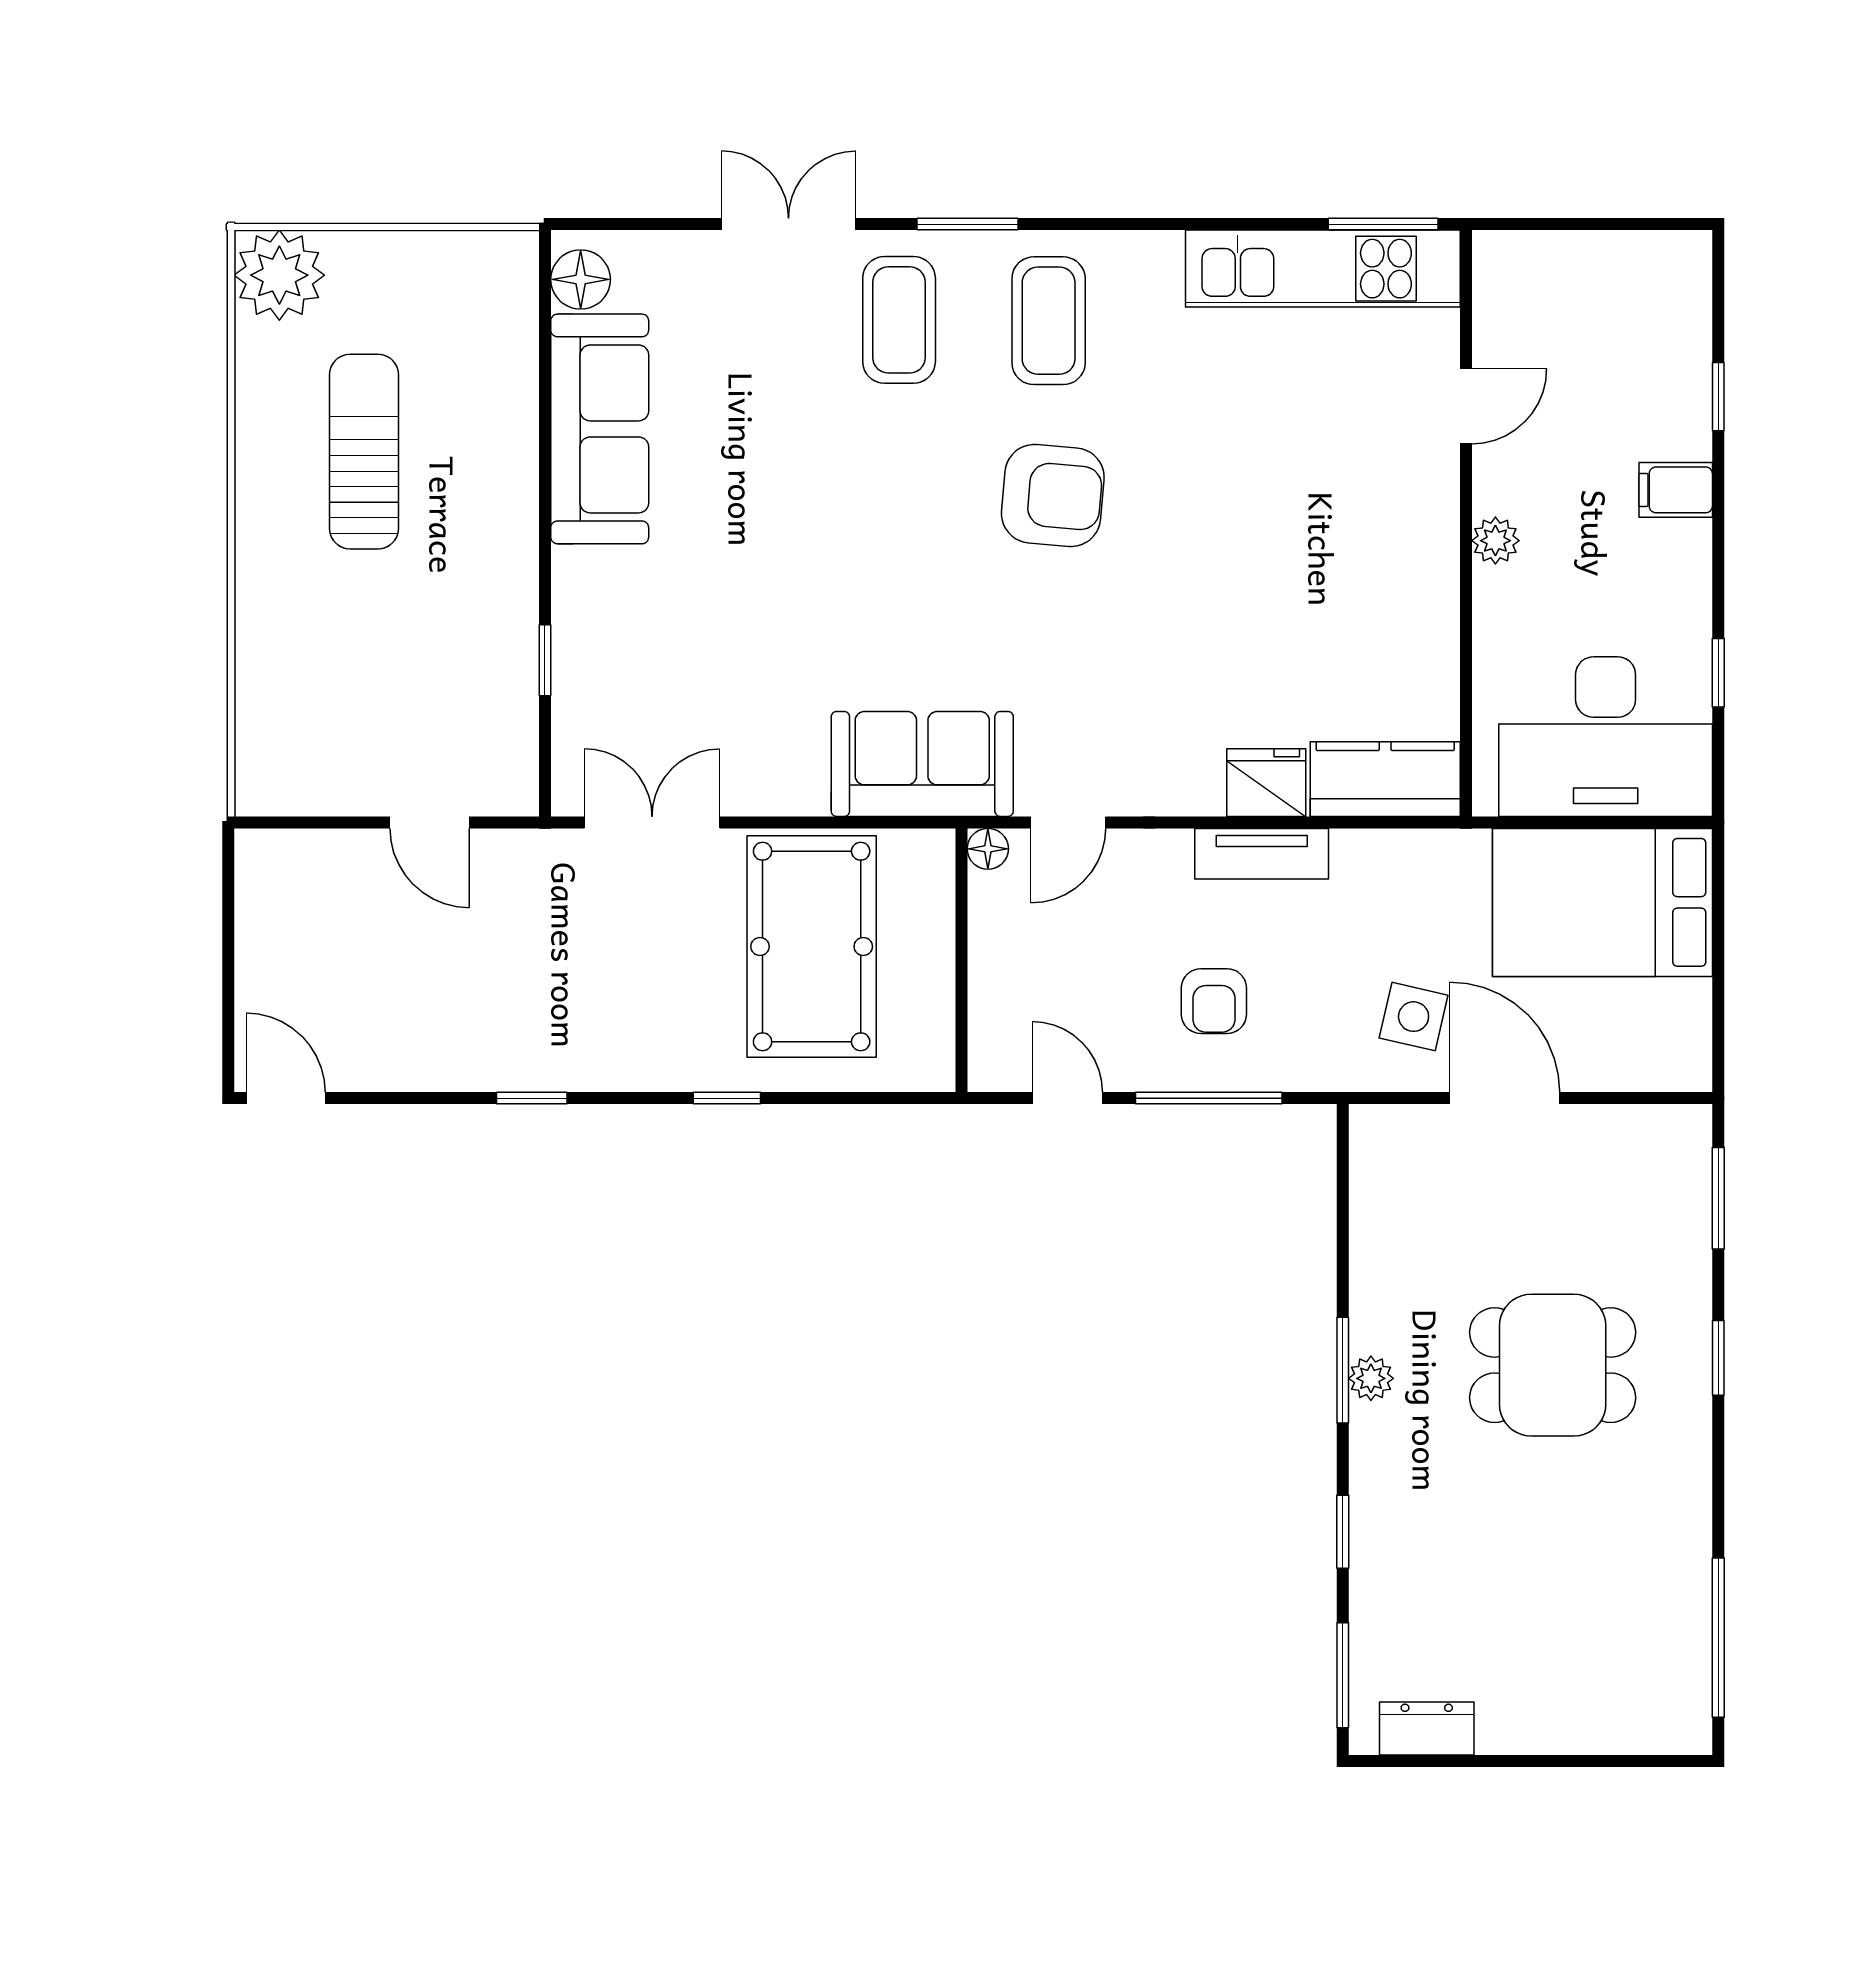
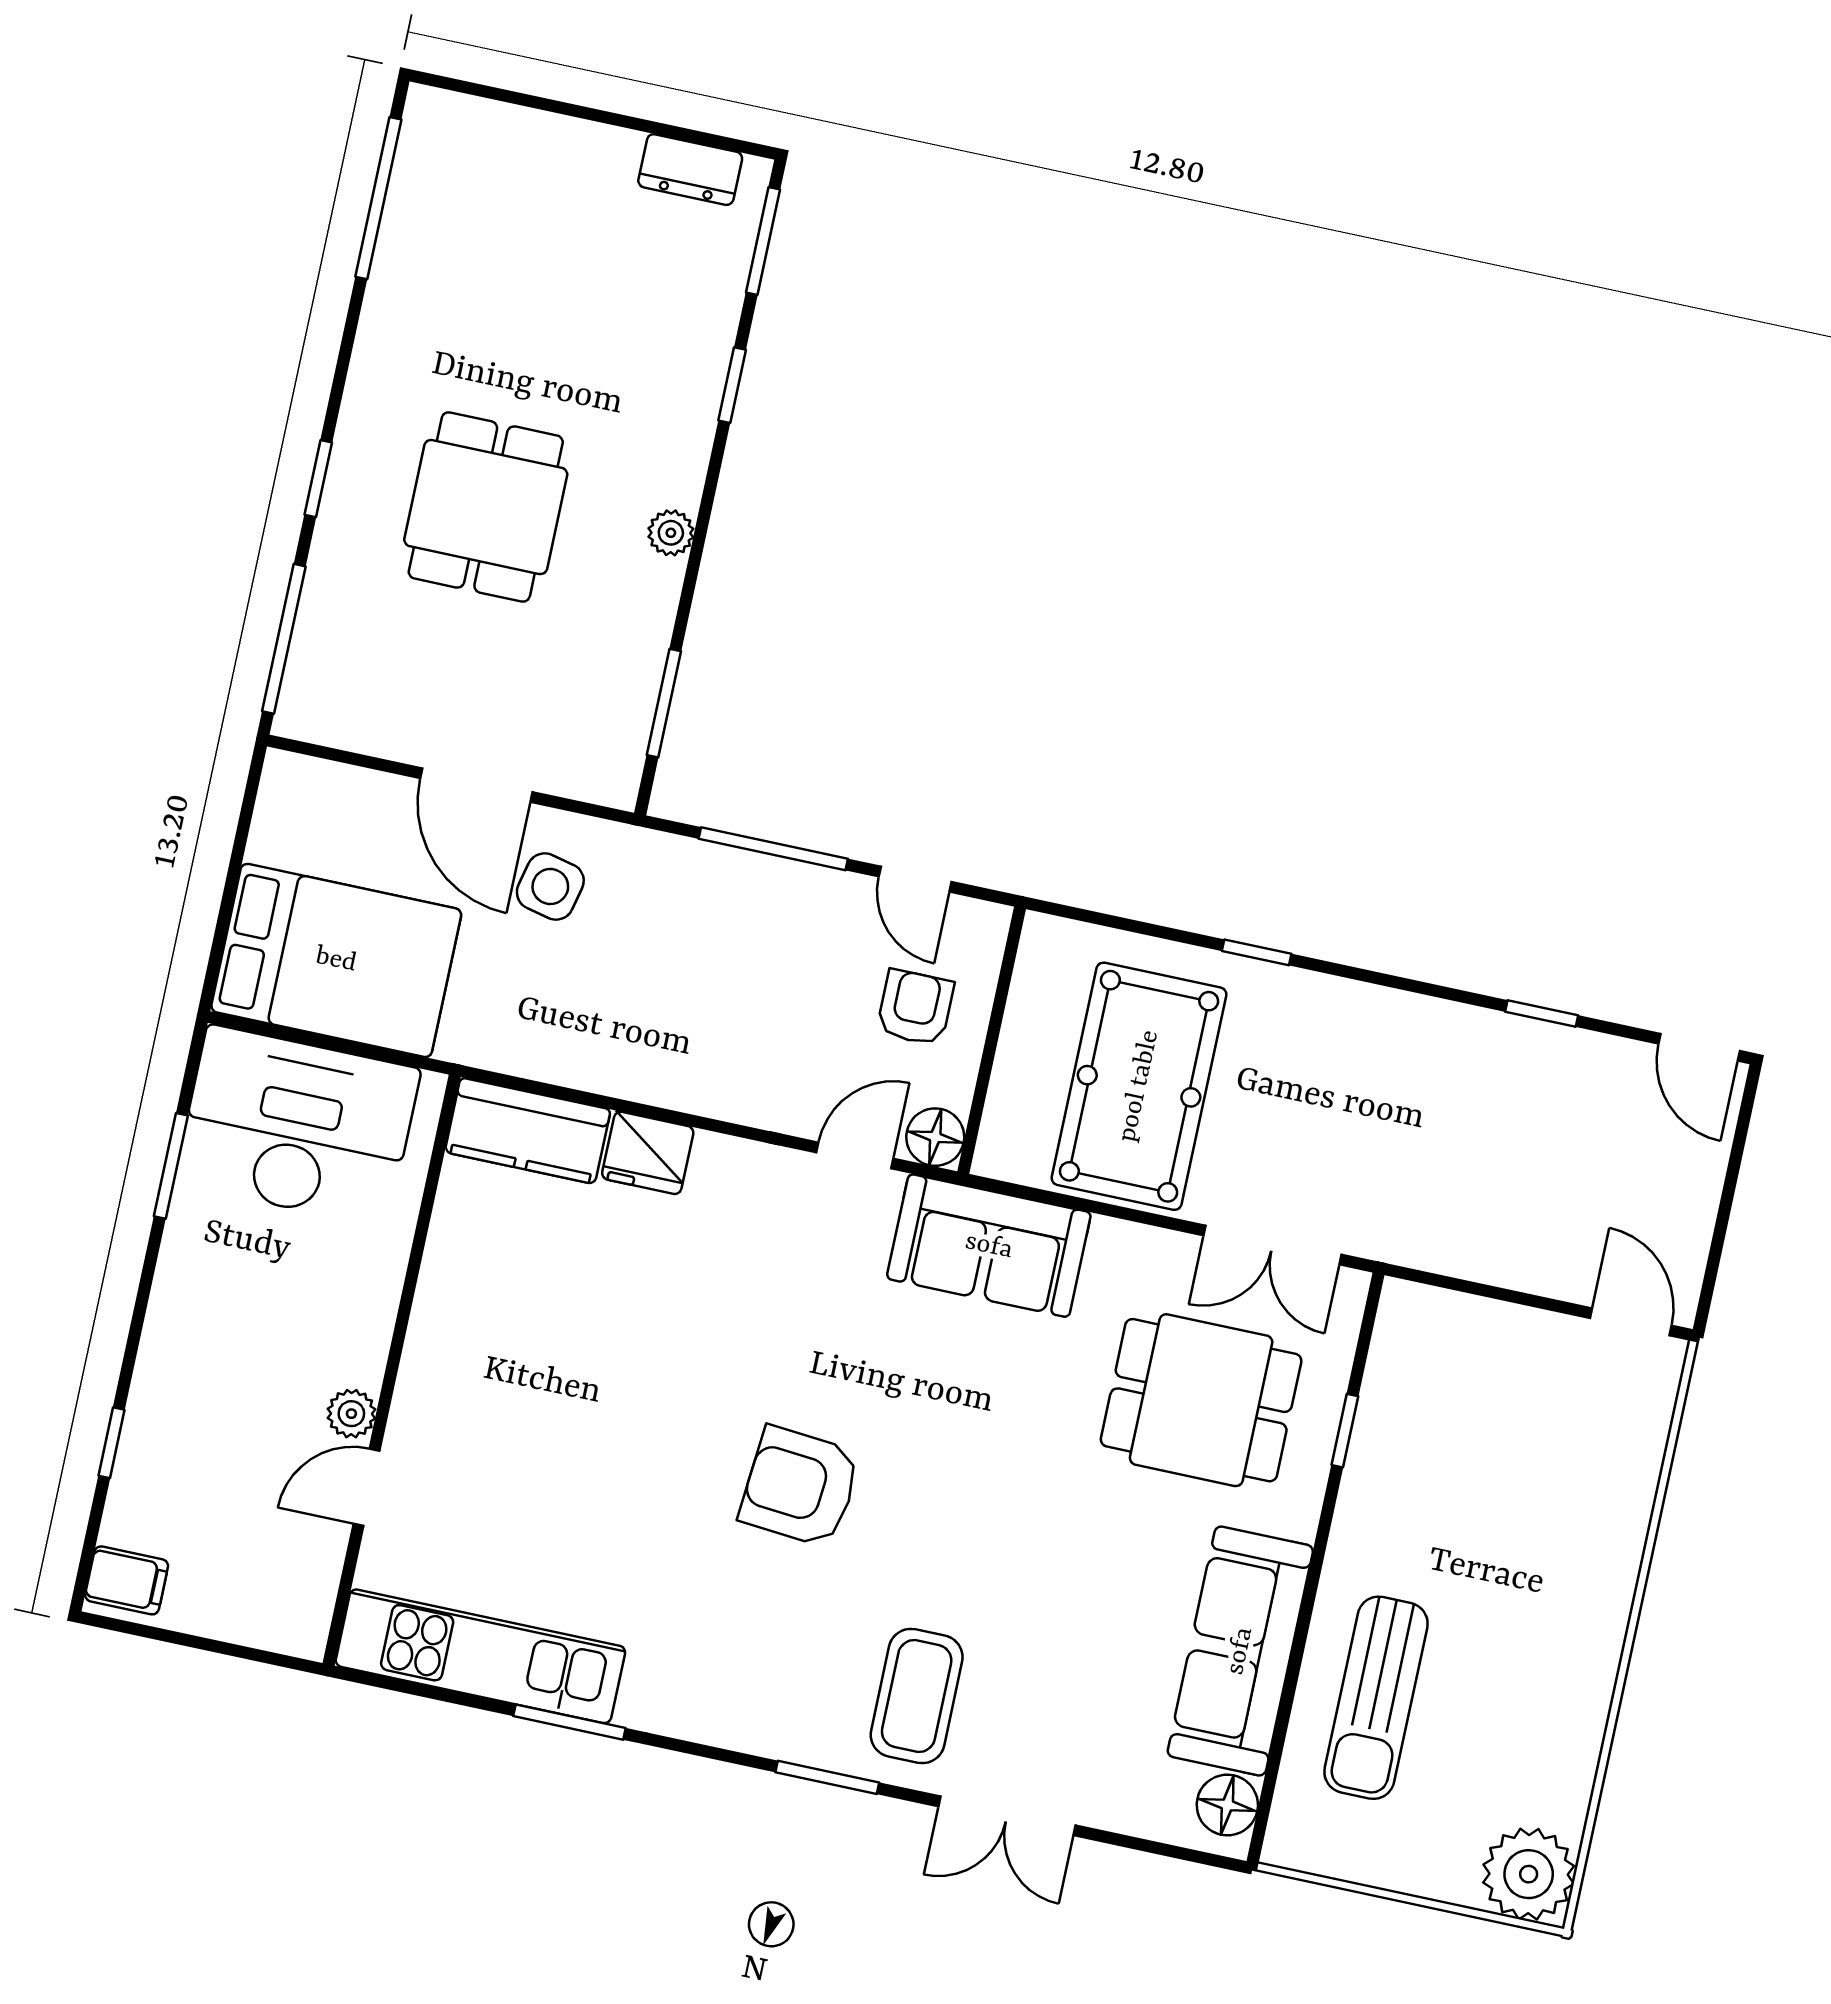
window: (1383, 224) -> (569, 1722), moved
coffee table: (1049, 321) -> (767, 1663), removed
sun lounger: (364, 452) -> (1376, 1698), moved
filing cabinet: (1676, 490) -> (127, 1580), moved
plant: (1495, 541) -> (351, 1414), moved
dining table: (688, 660) -> (1201, 1400), added
window: (1718, 673) -> (171, 1166), width x1.50
door: (429, 822) -> (1631, 1322), moved
floor lamp: (988, 849) -> (935, 1137), width x1.37, depth x1.37
tv unit: (1262, 854) -> (668, 1083), removed
armchair: (1214, 1001) -> (915, 1007), moved
window: (532, 1098) -> (1542, 1014), moved
window: (1718, 1198) -> (284, 639), width x1.44
dining table: (1553, 1365) -> (486, 507), turned 90
window: (1343, 1370) -> (664, 703), moved

